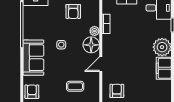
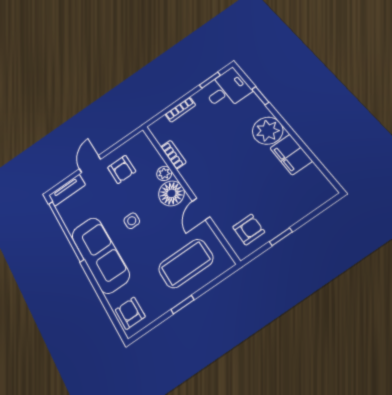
sofa: (33, 58) -> (100, 255), width x1.36
coffee table: (75, 86) -> (186, 263), width x1.86, depth x1.72
armchair: (117, 91) -> (249, 229), turned 90

